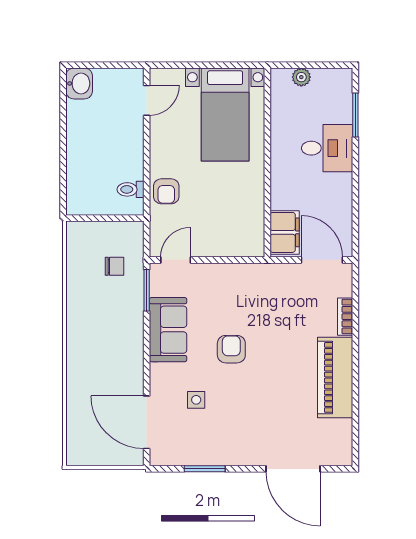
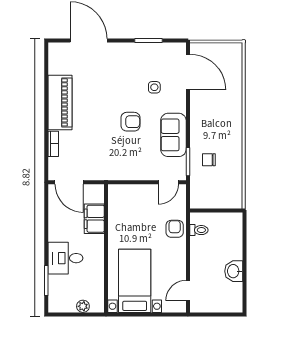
washbasin: (79, 83) -> (234, 271), moved
filing cabinet: (285, 232) -> (94, 219), moved
chair: (114, 266) -> (209, 160), moved
armchair: (231, 349) -> (130, 122), turned -90

